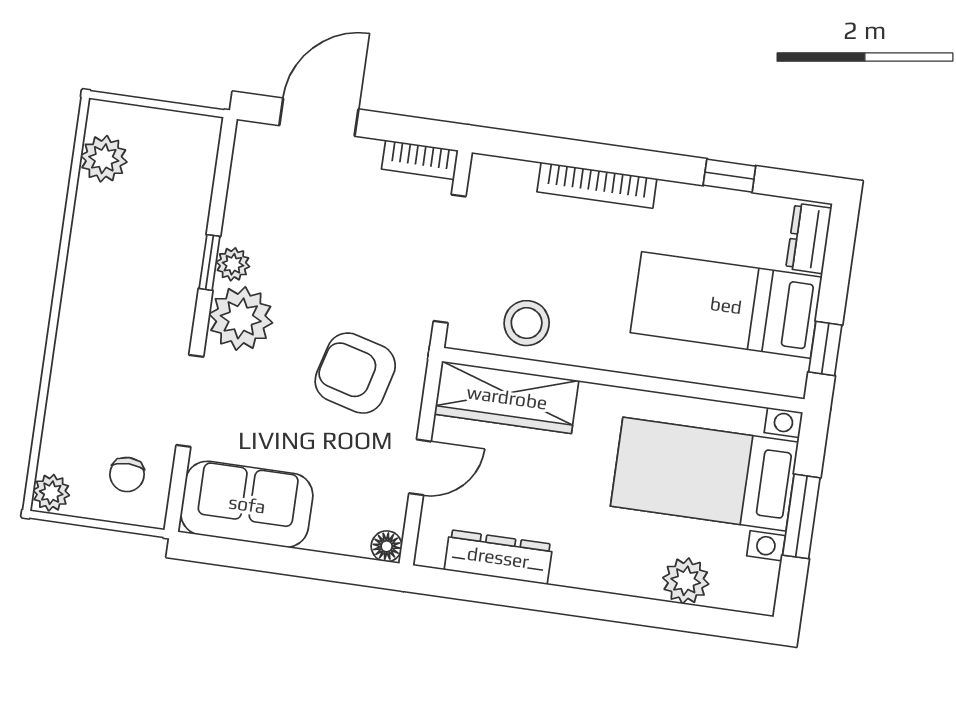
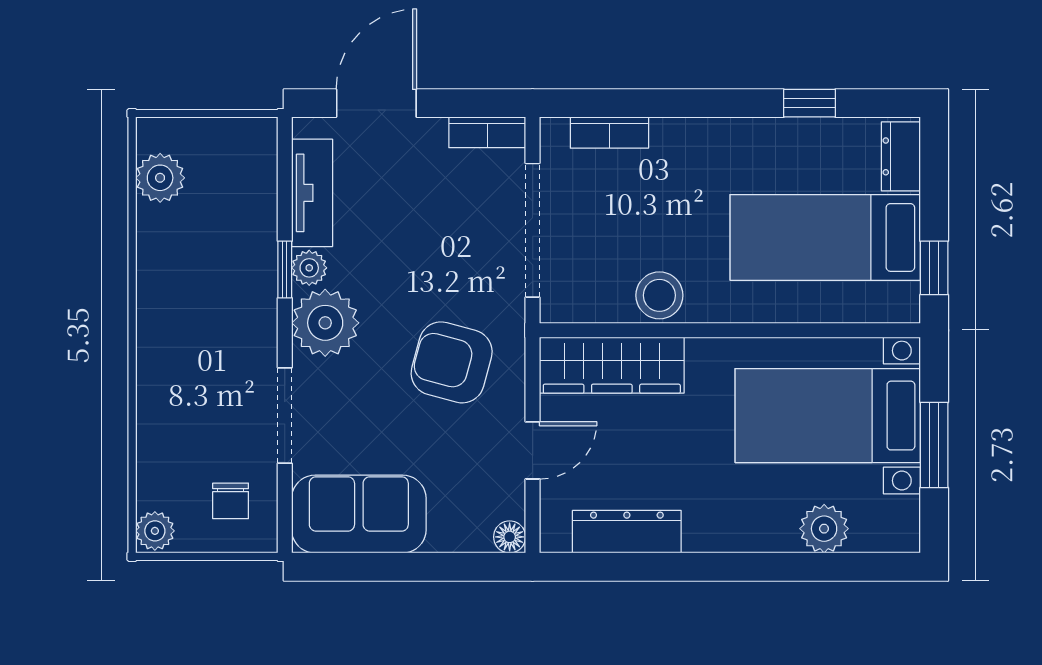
bookcase: (597, 185) -> (609, 133), moved, width x0.64
tv unit: (246, 194) -> (312, 193), added
stool: (527, 323) -> (659, 295), moved

